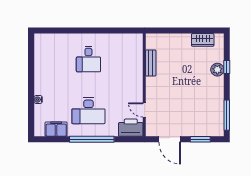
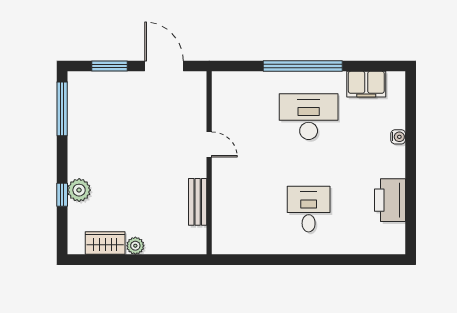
plant: (186, 38) -> (135, 246), added
door: (144, 110) -> (209, 144), moved
printer: (131, 128) -> (390, 200), moved, turned 90

